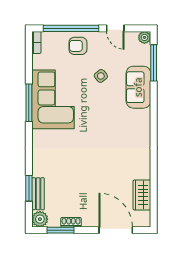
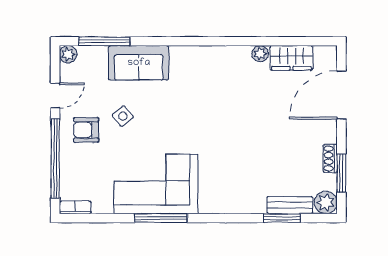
armchair: (78, 46) -> (86, 130), moved, turned 90
plant: (145, 173) -> (260, 54), added

